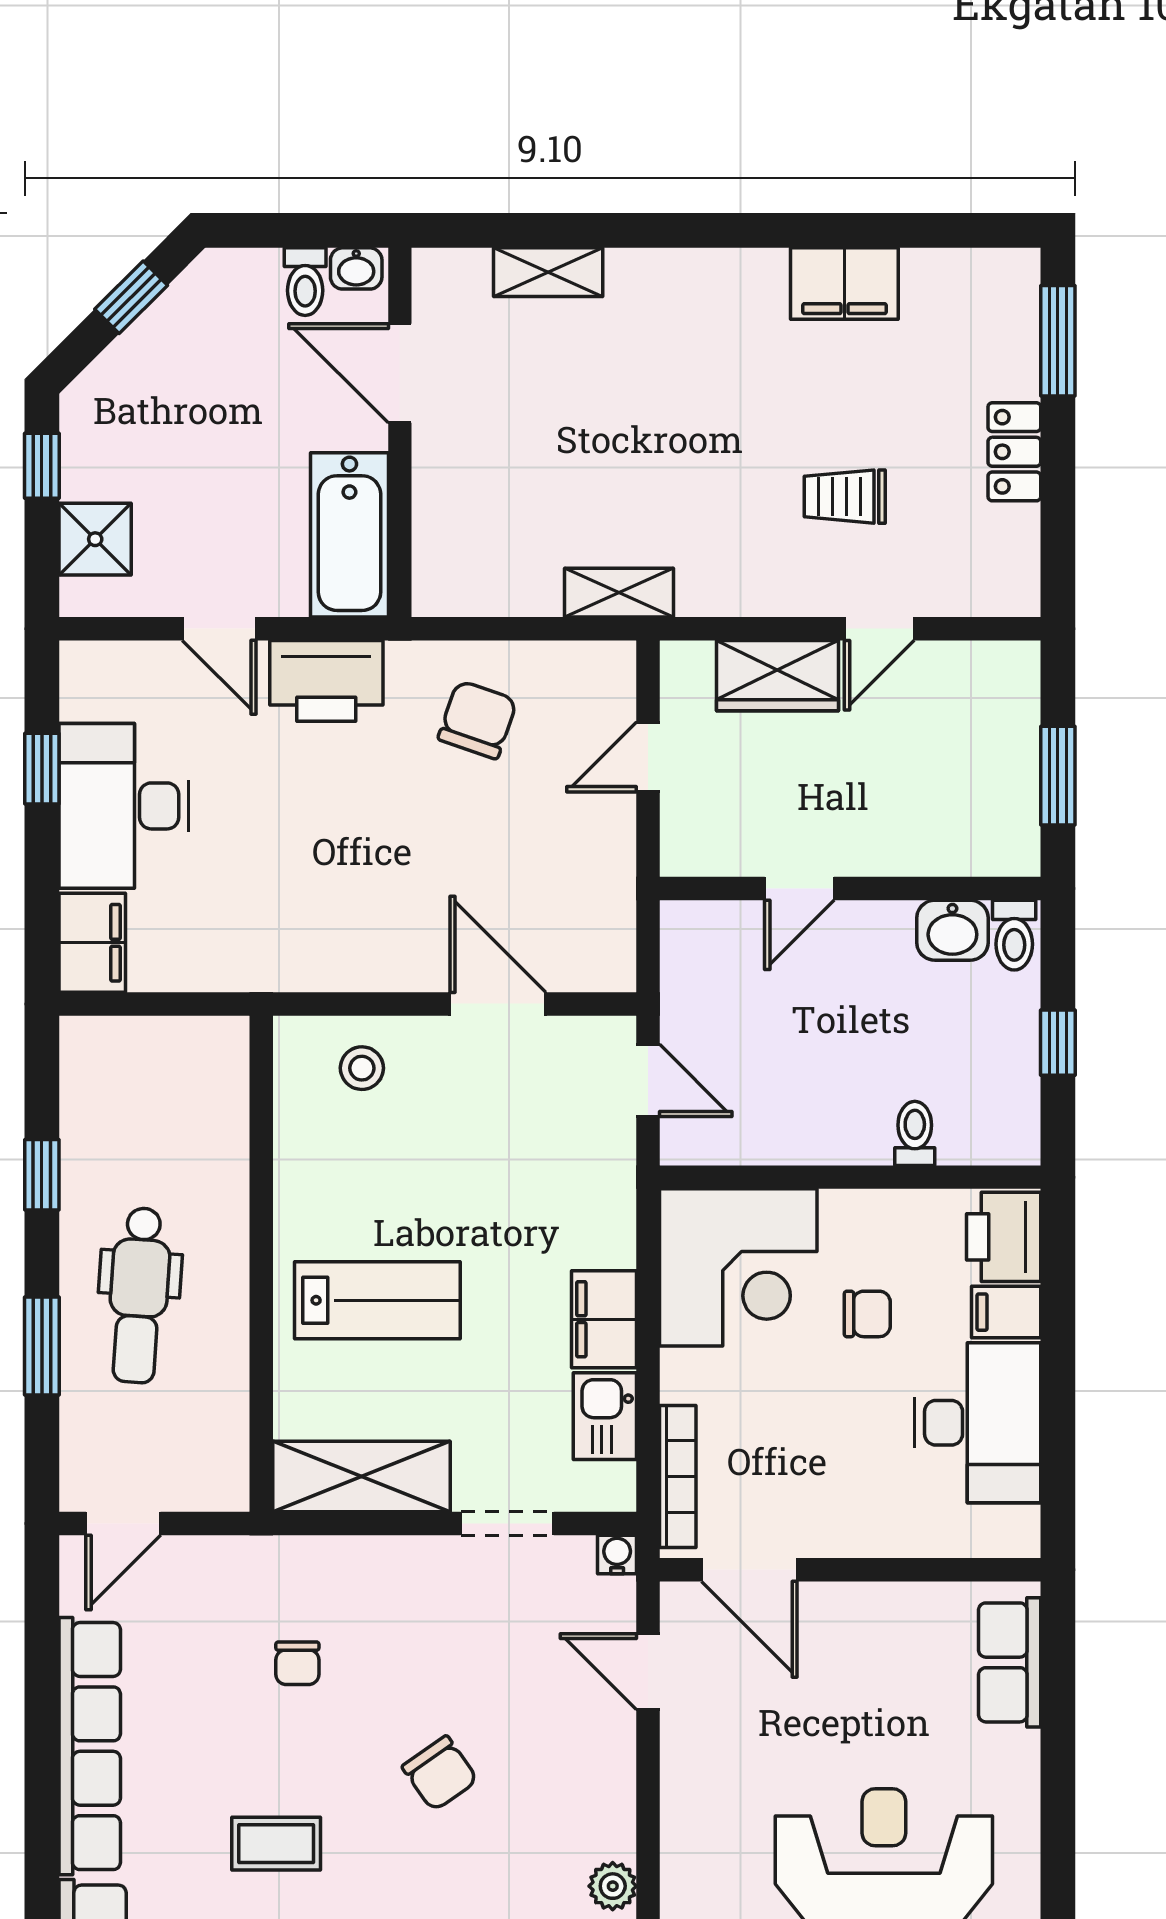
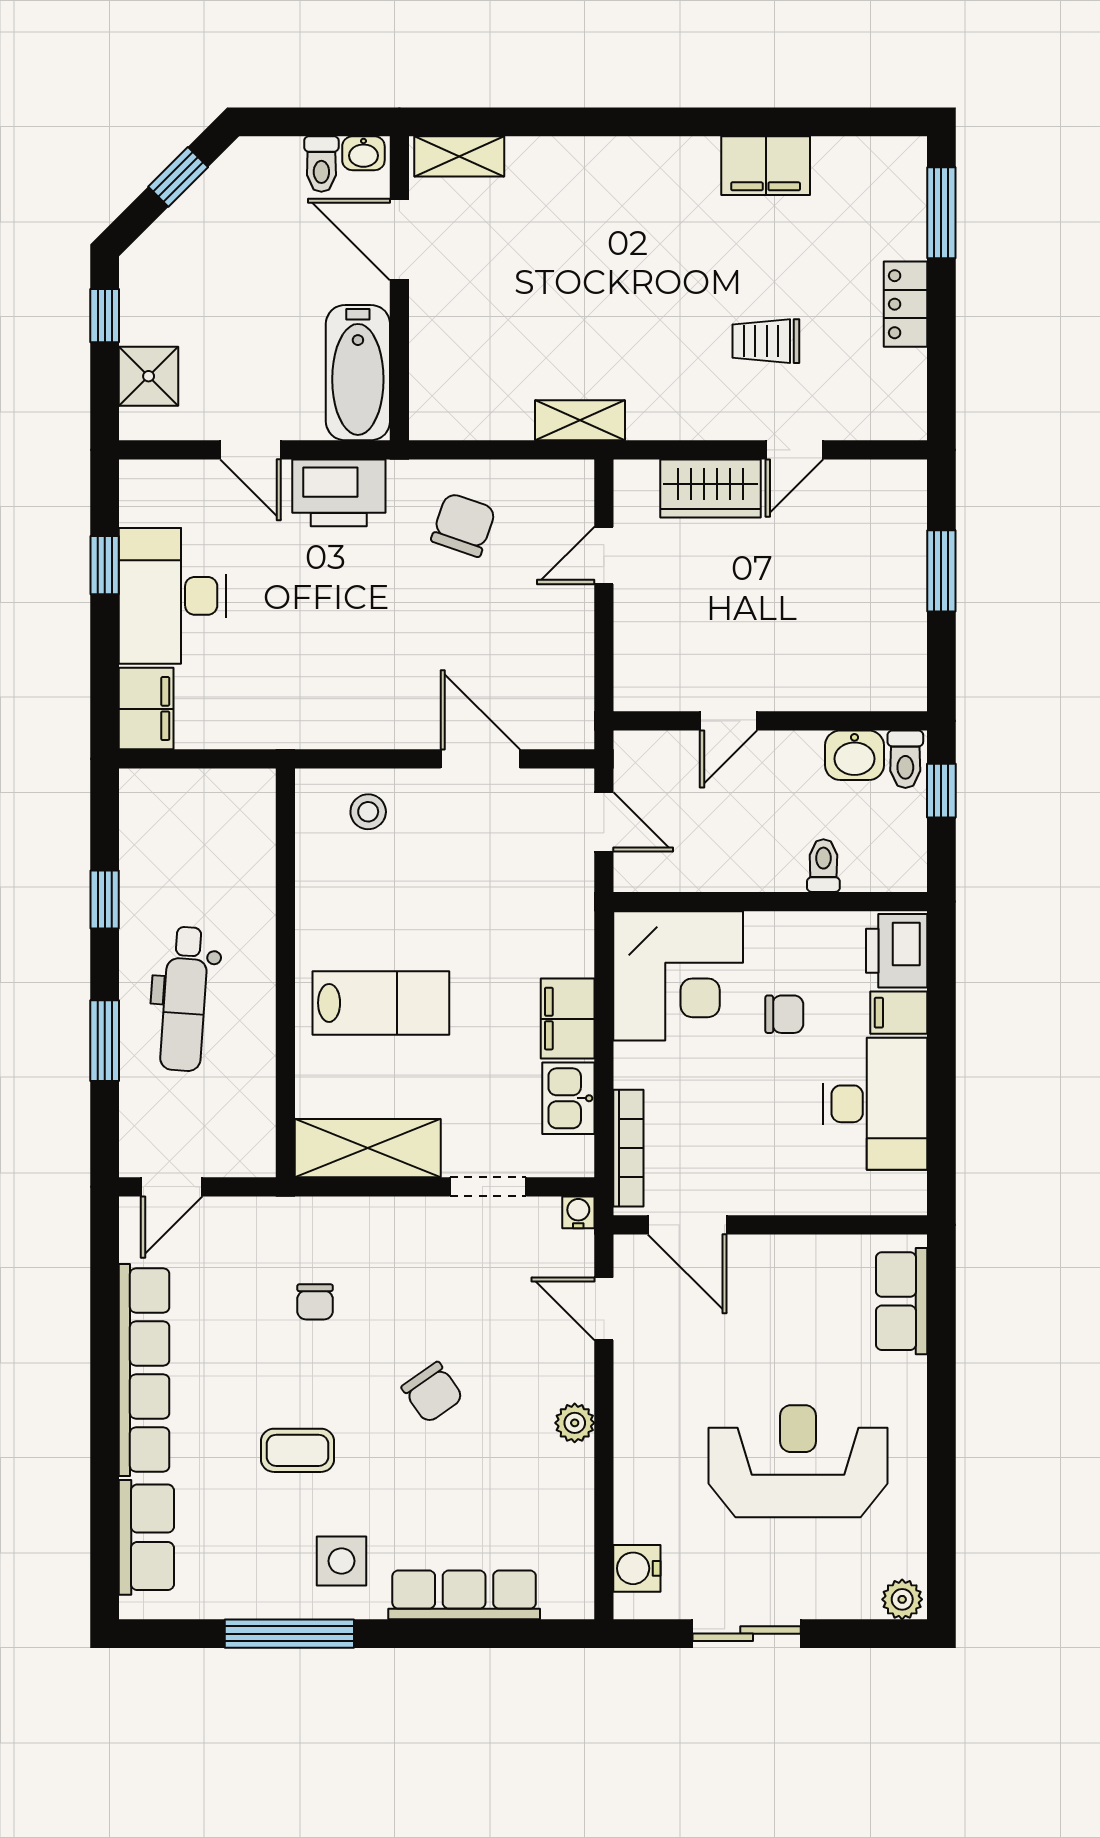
shelving: (548, 272) -> (459, 156), moved
door: (799, 889) -> (728, 721), moved
wall: (850, 889) -> (770, 721), moved
washbasin: (952, 930) -> (854, 755), moved
toilet: (1014, 935) -> (905, 759), moved
plant: (613, 1886) -> (575, 1423), moved

